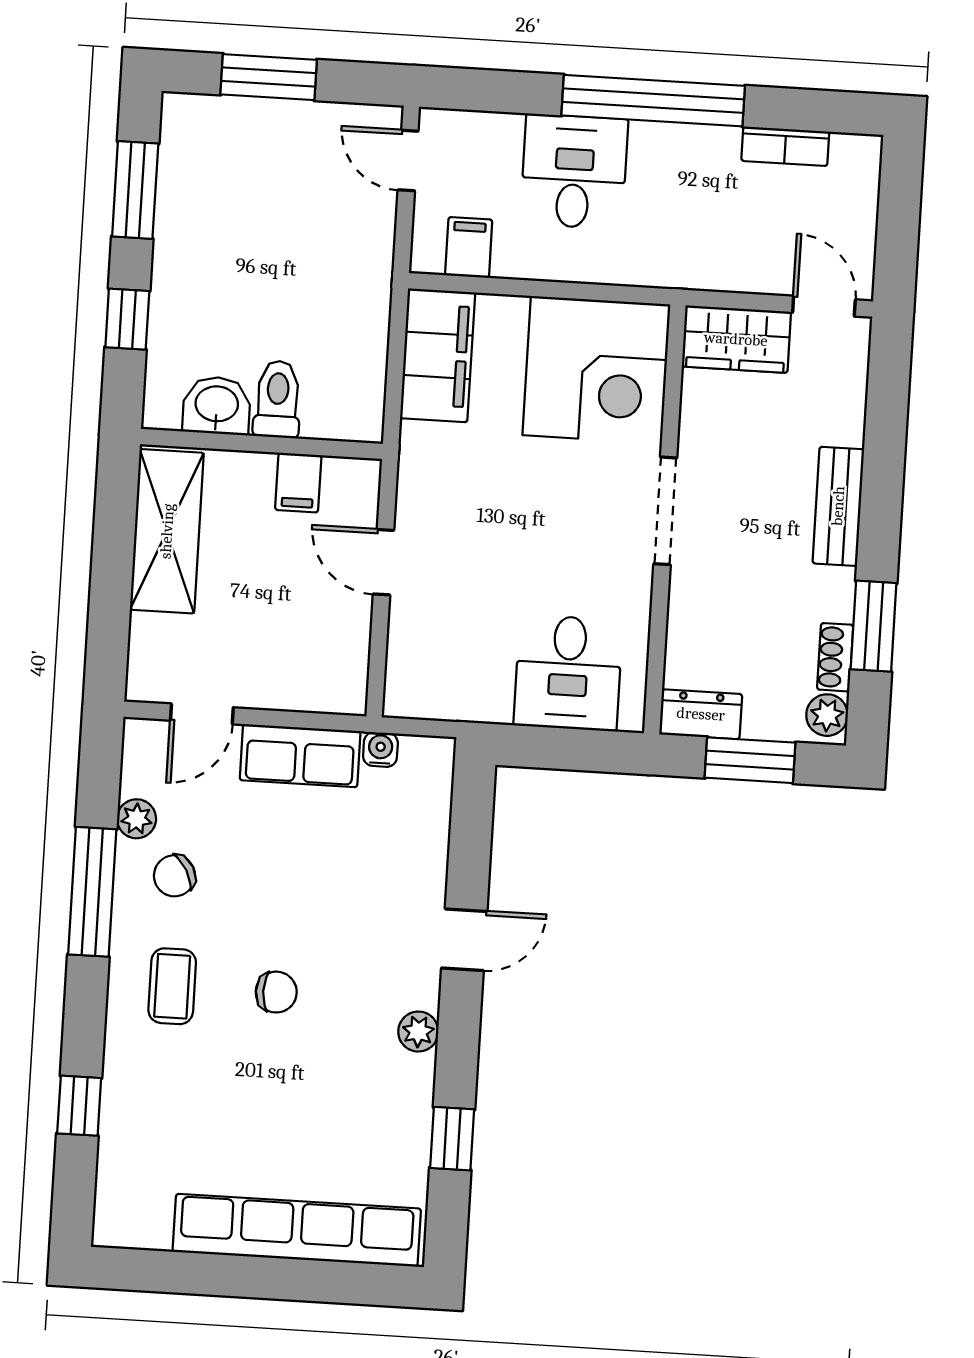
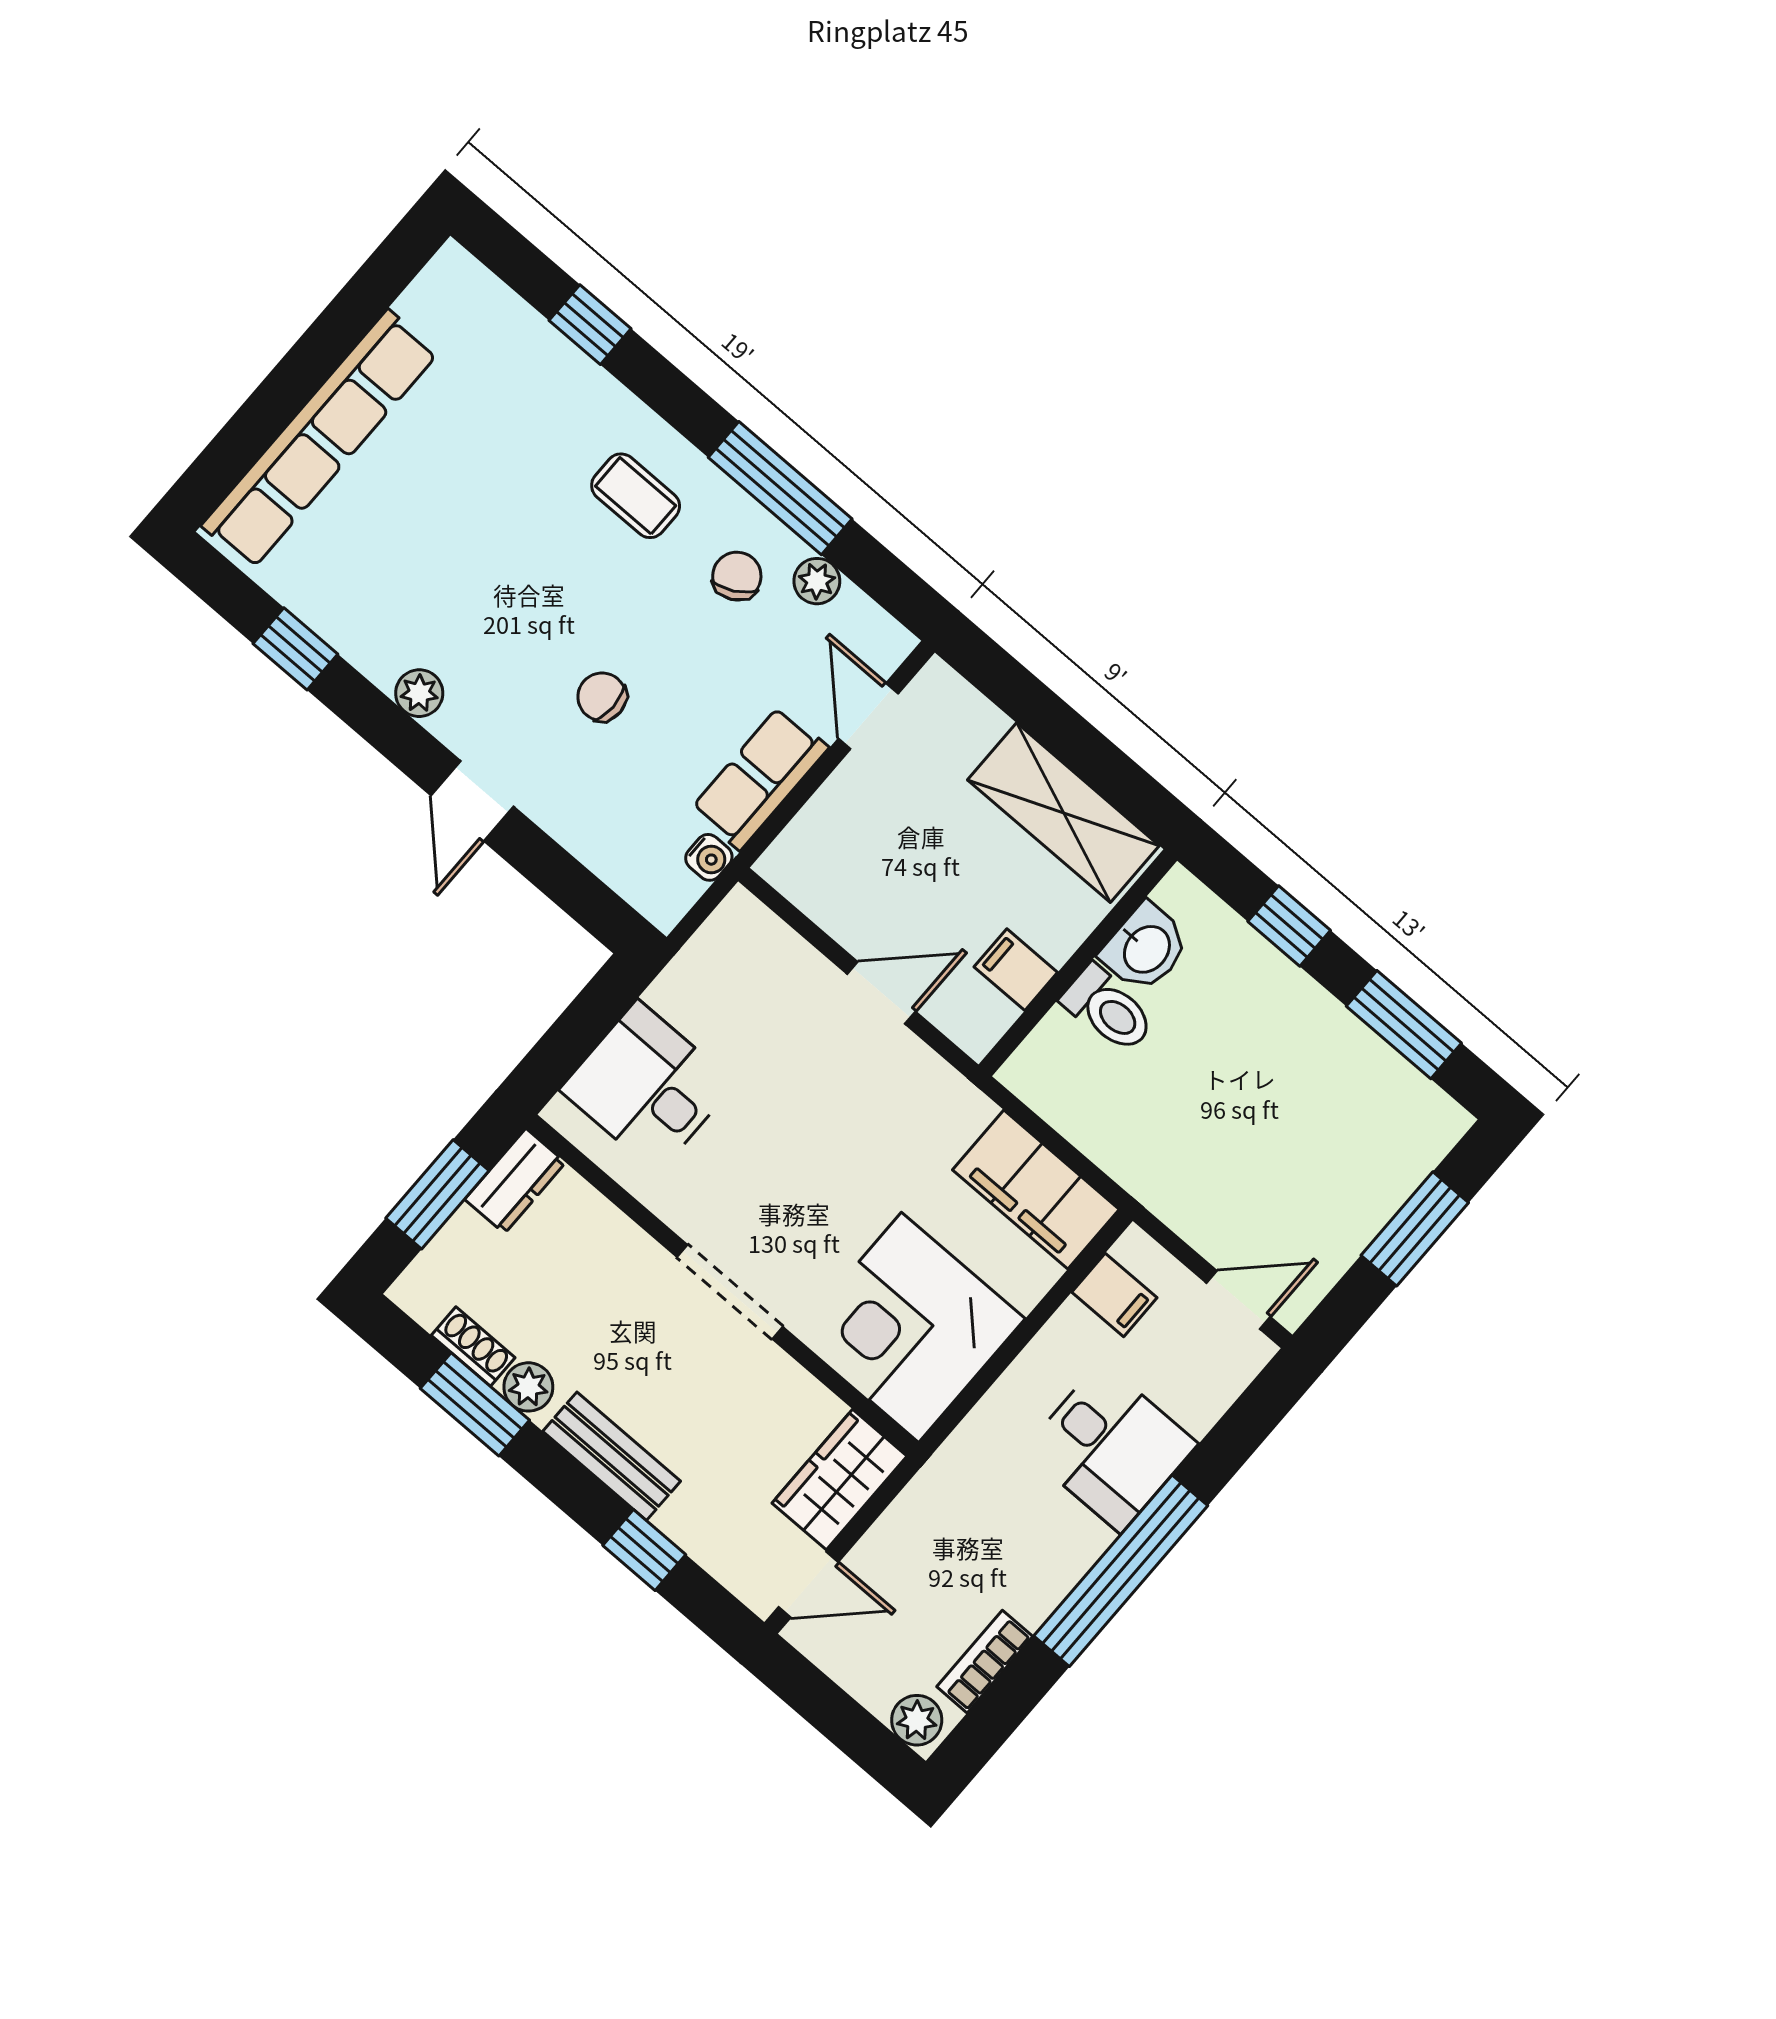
plant: (860, 162) -> (917, 1720), added
window: (885, 436) -> (644, 1550), added
plant: (827, 715) -> (528, 1387), moved
chair: (276, 992) -> (602, 697), moved, turned 90

